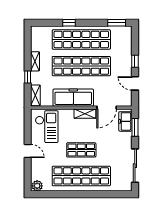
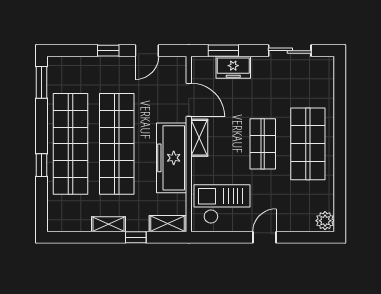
freezer: (125, 121) -> (233, 67), moved
sliding door: (135, 166) -> (290, 51), width x0.73
shop shelf: (81, 176) -> (308, 144), width x0.71

